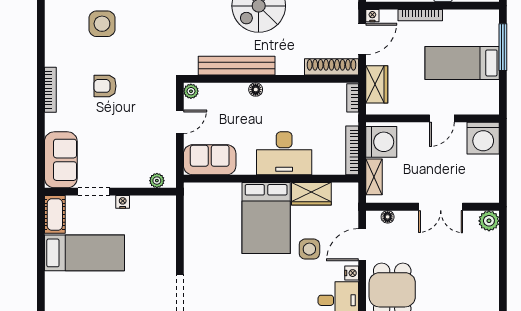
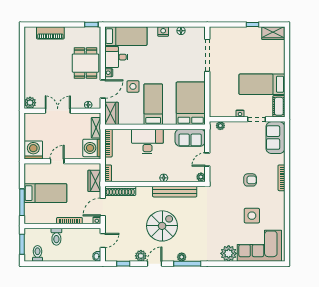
wardrobe: (311, 194) -> (111, 113), moved, turned 90
bed: (266, 218) -> (153, 104), width x0.67
bed: (209, 220) -> (191, 103), added

